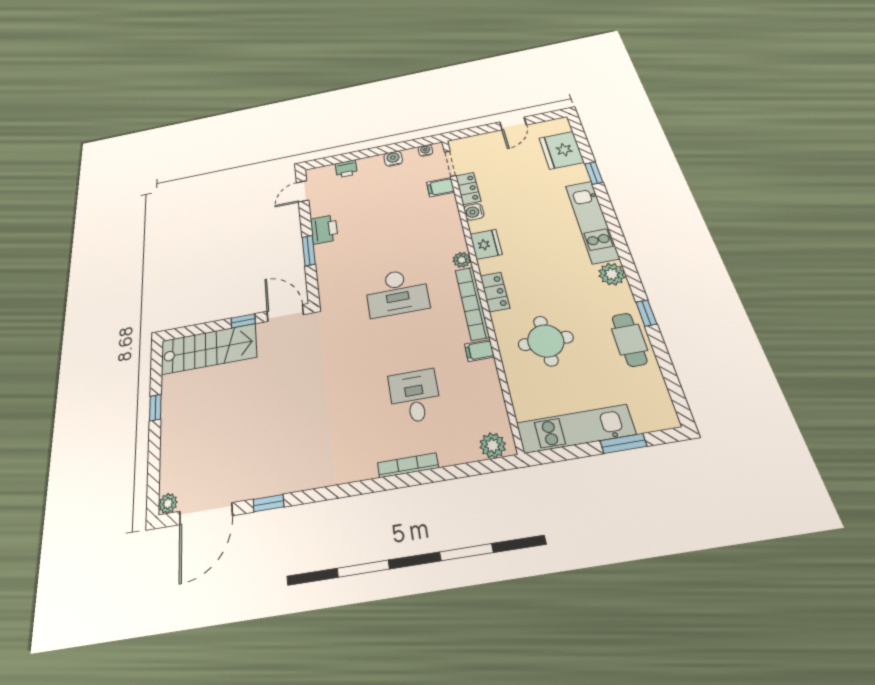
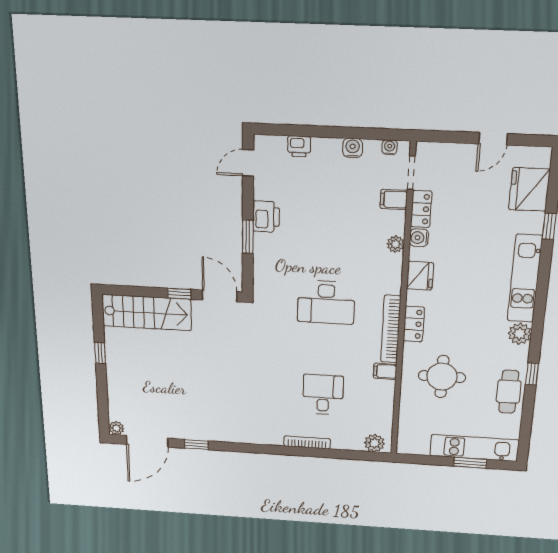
plant: (462, 260) -> (396, 244), moved
kitchen unit: (575, 429) -> (474, 448), moved

